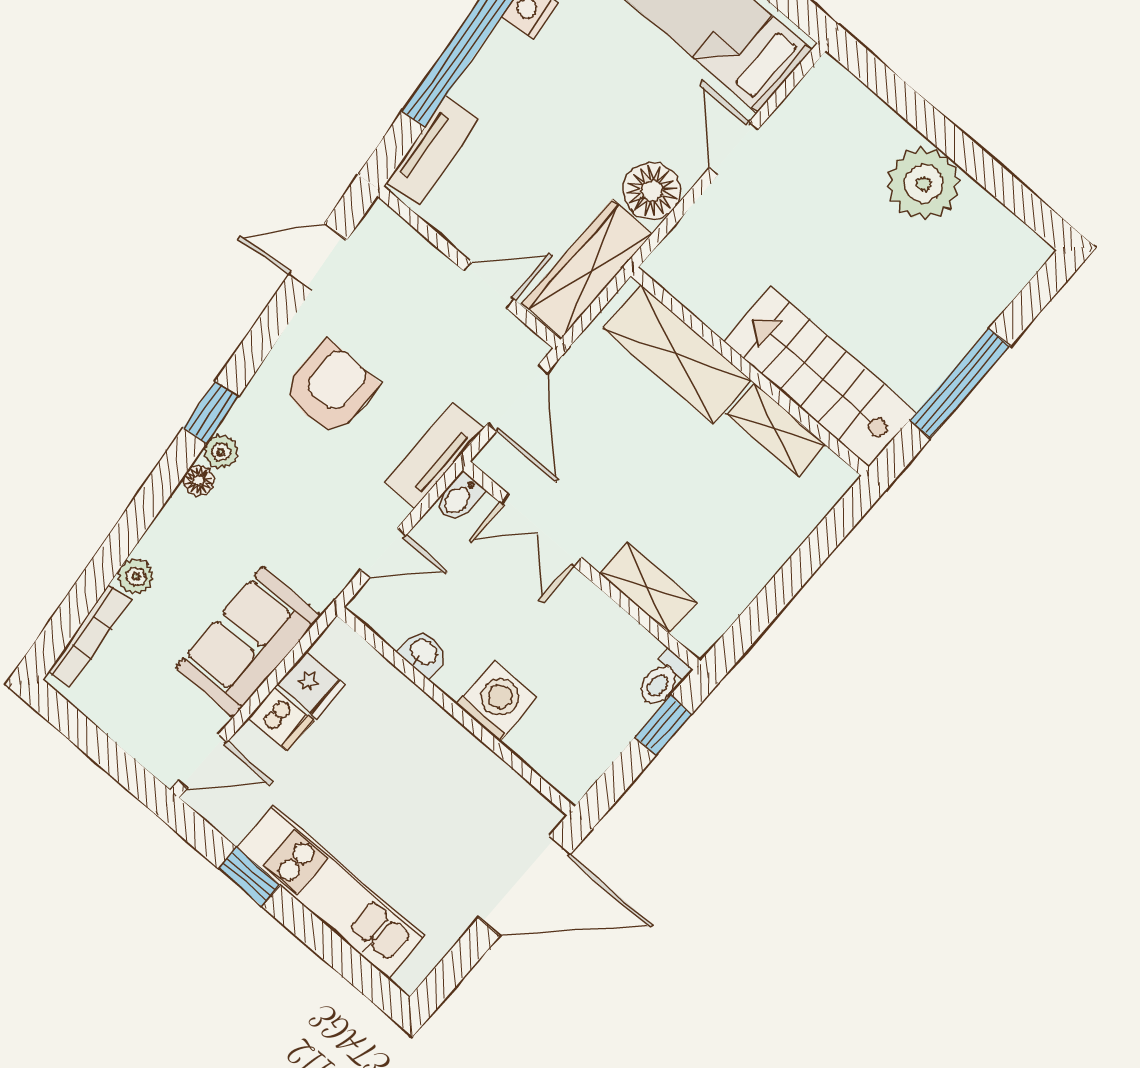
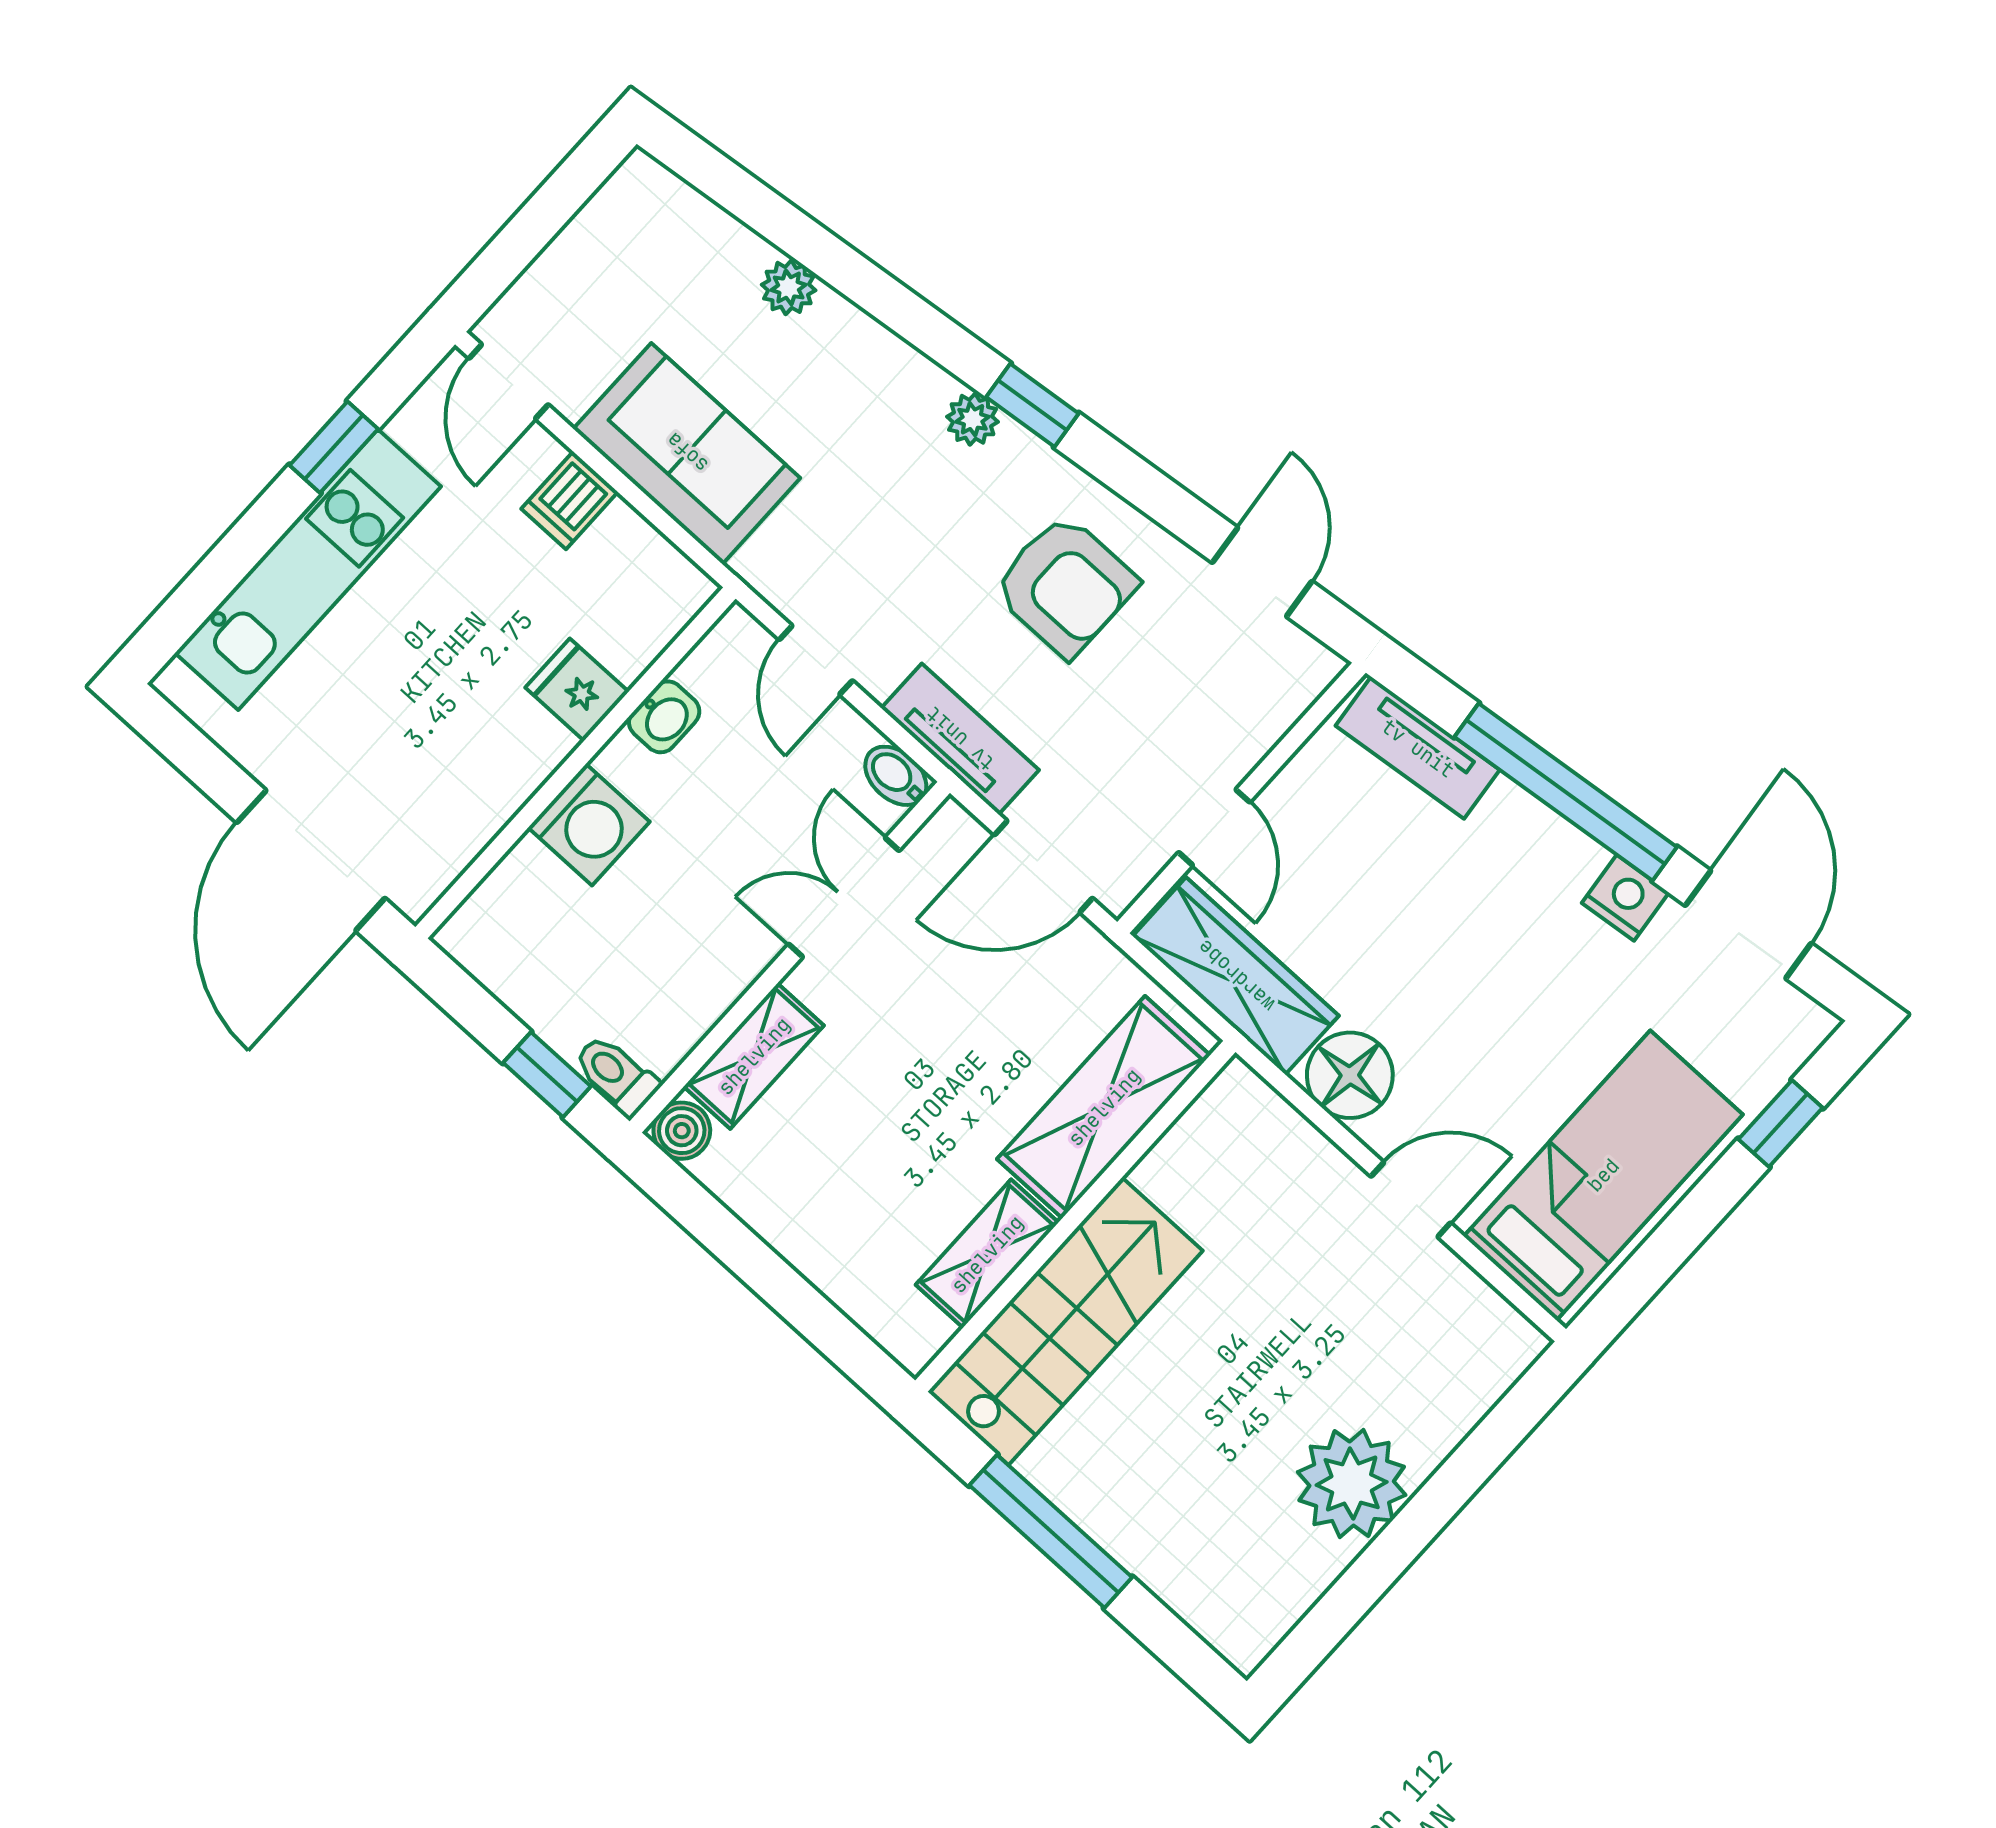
floor lamp: (199, 480) -> (931, 385), removed
boiler: (699, 635) -> (682, 1131), added
bookcase: (90, 636) -> (701, 216), removed
fridge: (311, 685) -> (577, 690), moved, turned 90

